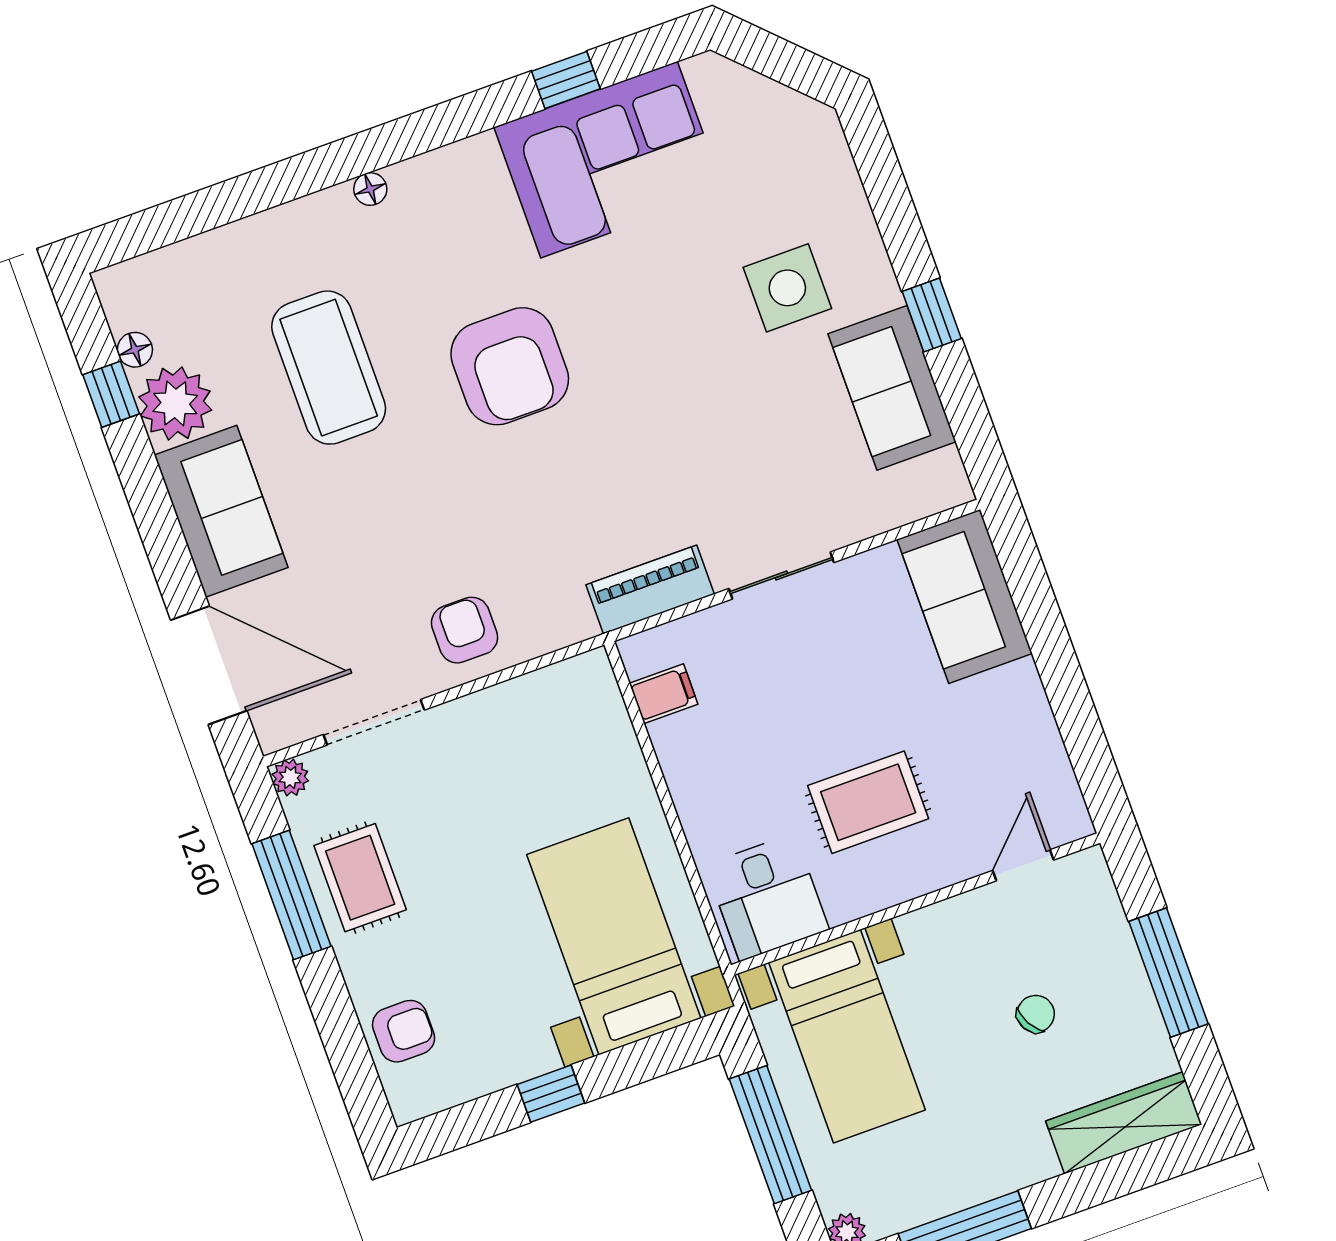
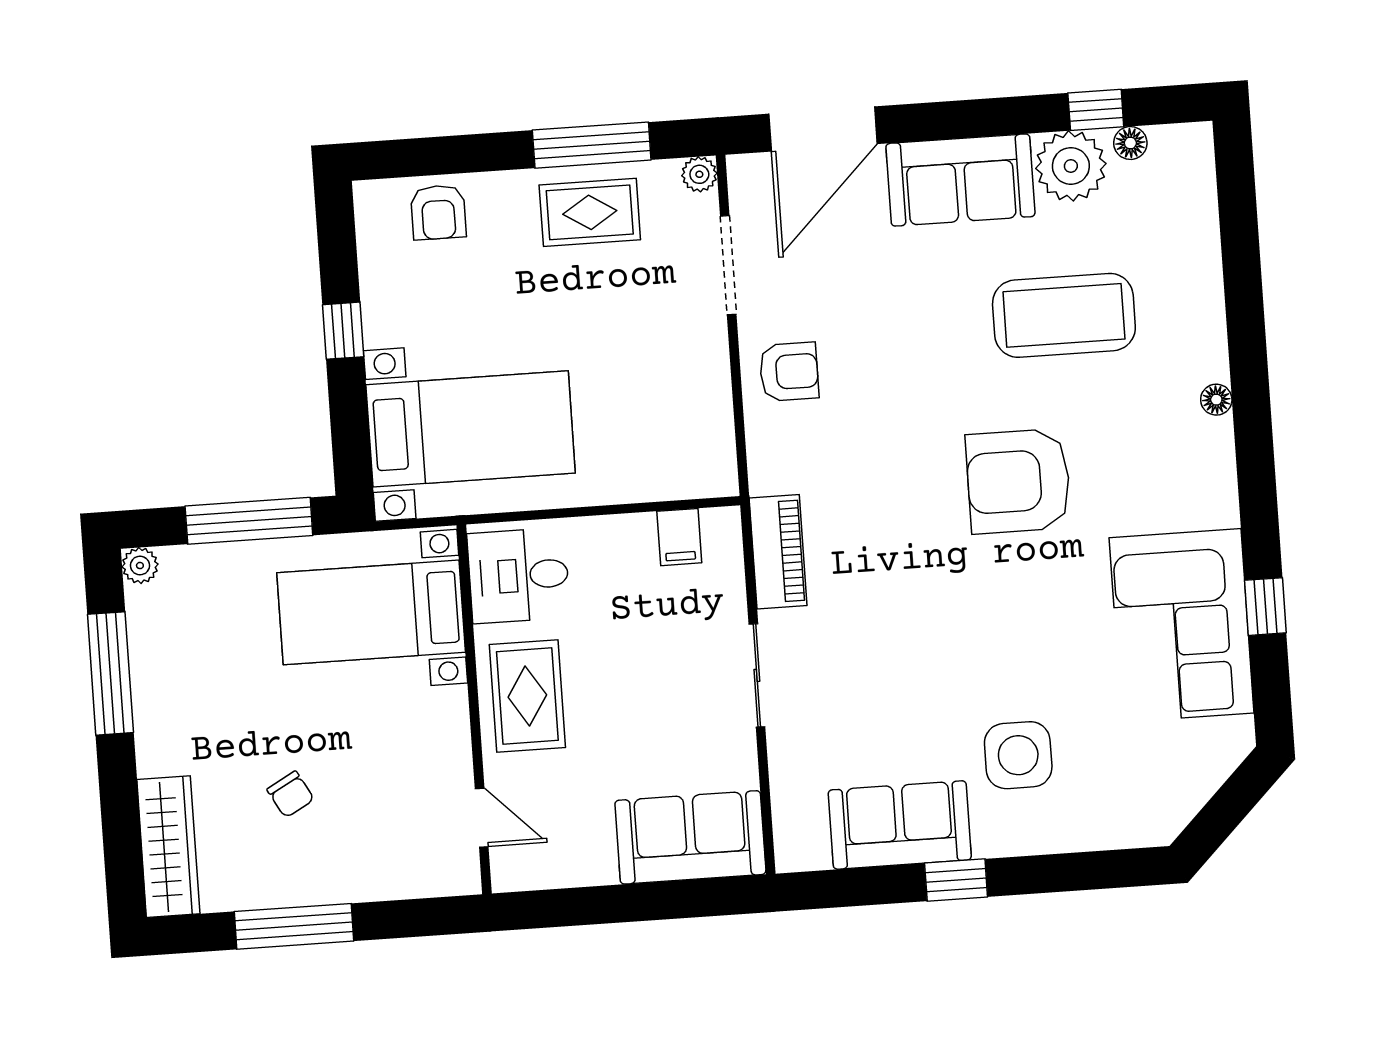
door: (1023, 865) -> (482, 818), moved
desk: (767, 897) -> (519, 576), moved
wall: (916, 904) -> (474, 709), moved
bed with nightstands: (847, 1036) -> (371, 612), moved

